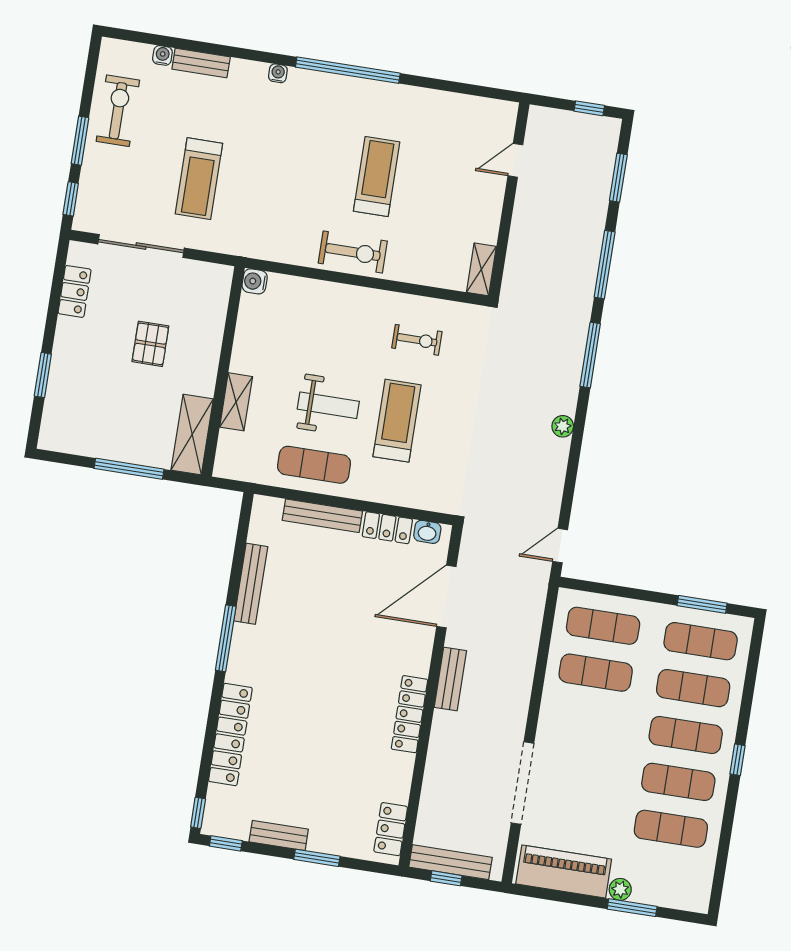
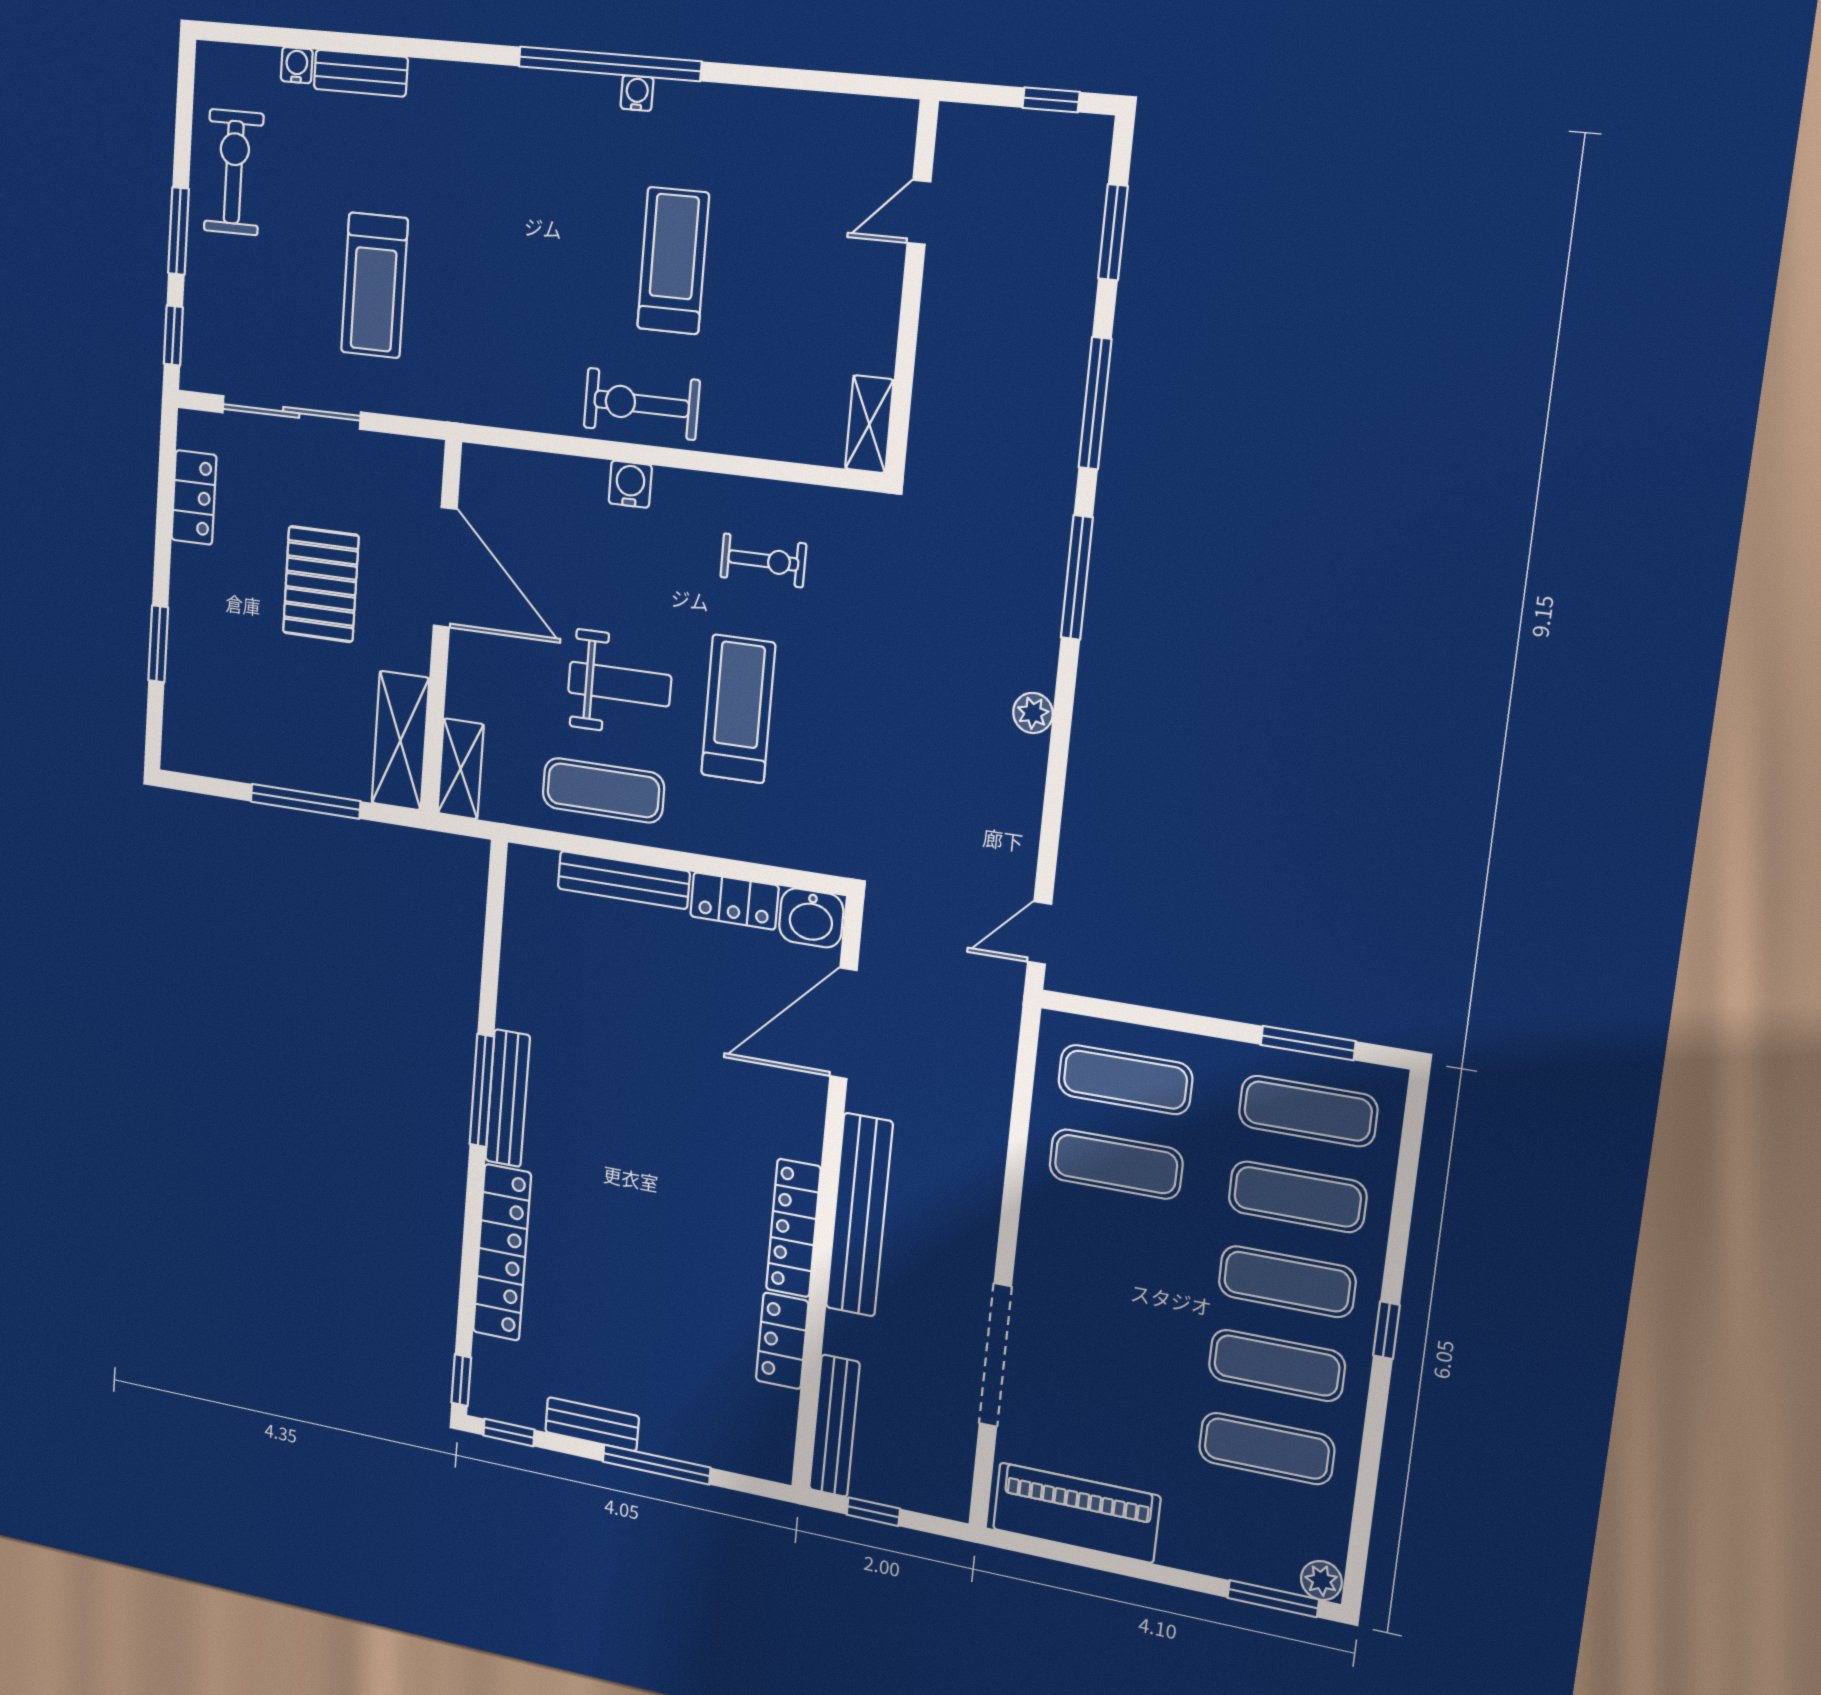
water cooler: (278, 73) -> (637, 93), moved
exercise bike: (353, 252) -> (642, 404), turned 180
water cooler: (255, 281) -> (630, 484), moved, turned 90
door: (228, 337) -> (445, 567), added
pallet: (150, 344) -> (321, 584), width x1.50, depth x1.42
shelving: (236, 402) -> (461, 769), moved
washbasin: (427, 532) -> (811, 918), width x1.38, depth x1.45
bench: (251, 584) -> (508, 1098), moved
bench: (450, 679) -> (859, 1215), width x1.86, depth x1.21
locker: (391, 829) -> (782, 1341), moved
window: (317, 858) -> (656, 1465), width x1.44
bench: (451, 862) -> (834, 1426), moved, turned 90
plant: (620, 889) -> (1321, 1580), moved
window: (632, 908) -> (1273, 1599), moved

